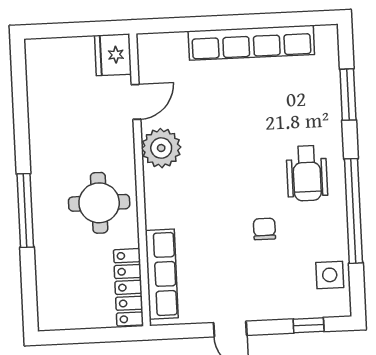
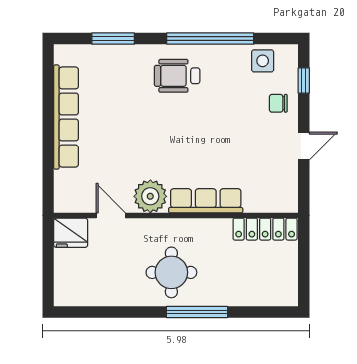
wheelchair: (307, 173) -> (177, 76), turned 180
round table: (99, 203) -> (171, 272), moved
chair: (264, 229) -> (278, 103), moved
row of seats: (162, 274) -> (206, 201), moved

